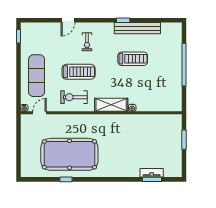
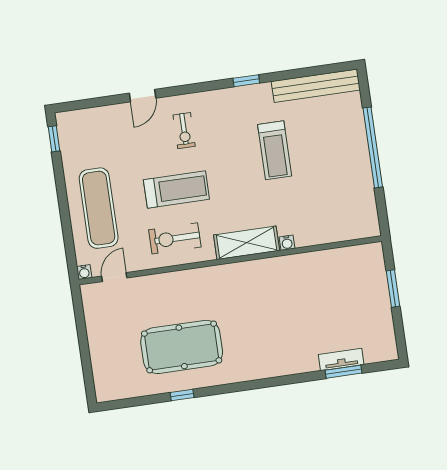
bench: (137, 28) -> (316, 86), moved
treadmill: (133, 59) -> (275, 150), turned 90
pool table: (69, 154) -> (182, 347), width x0.73, depth x0.76

